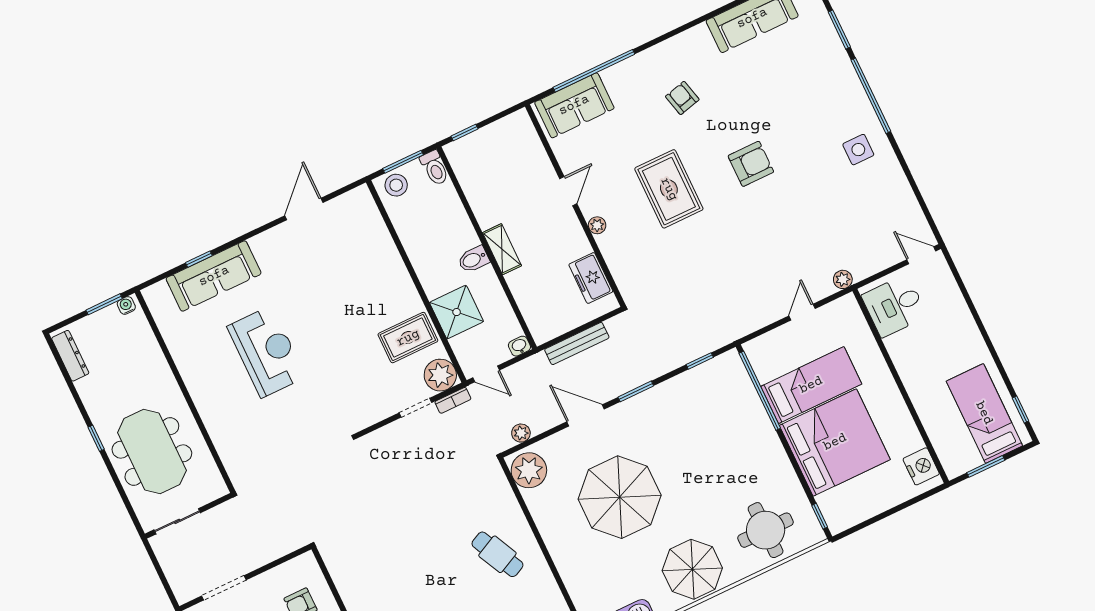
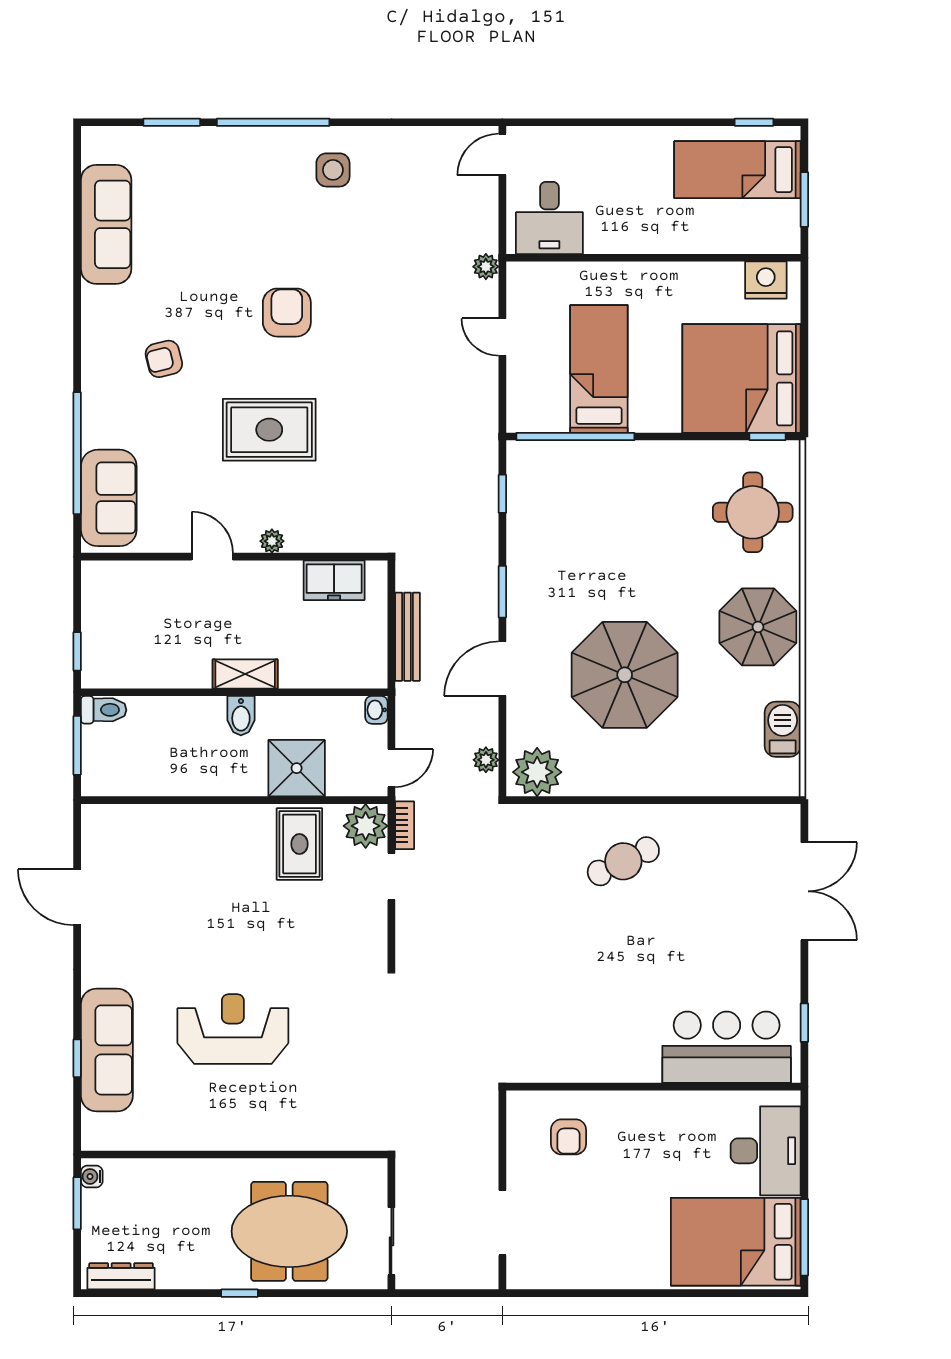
stool: (396, 185) -> (102, 768), removed
bed: (835, 442) -> (742, 378), moved, turned -90

